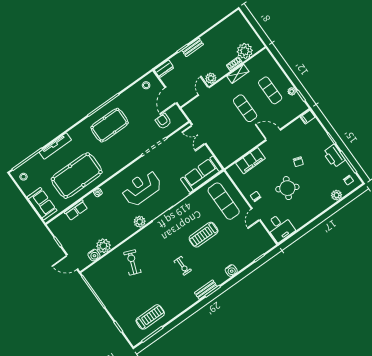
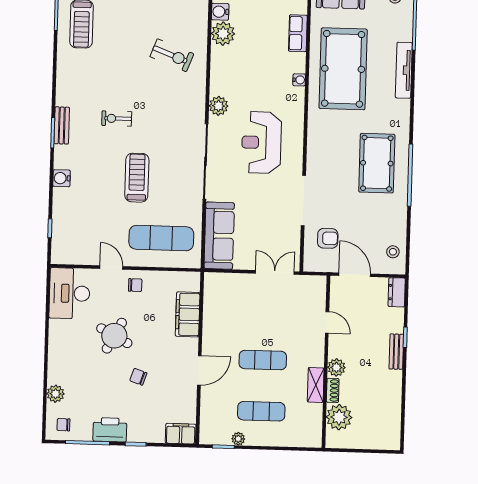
plant: (211, 78) -> (336, 367), moved
filing cabinet: (308, 117) -> (181, 434), width x2.00
reception desk: (142, 188) -> (261, 142), turned 180
desk: (280, 227) -> (70, 293), width x1.37

